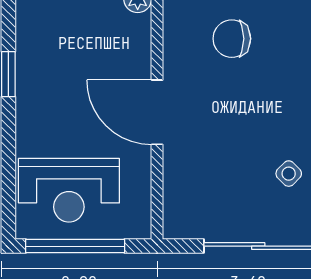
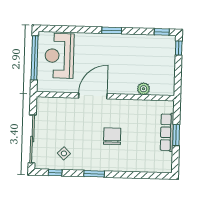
chair: (232, 39) -> (112, 136), moved

